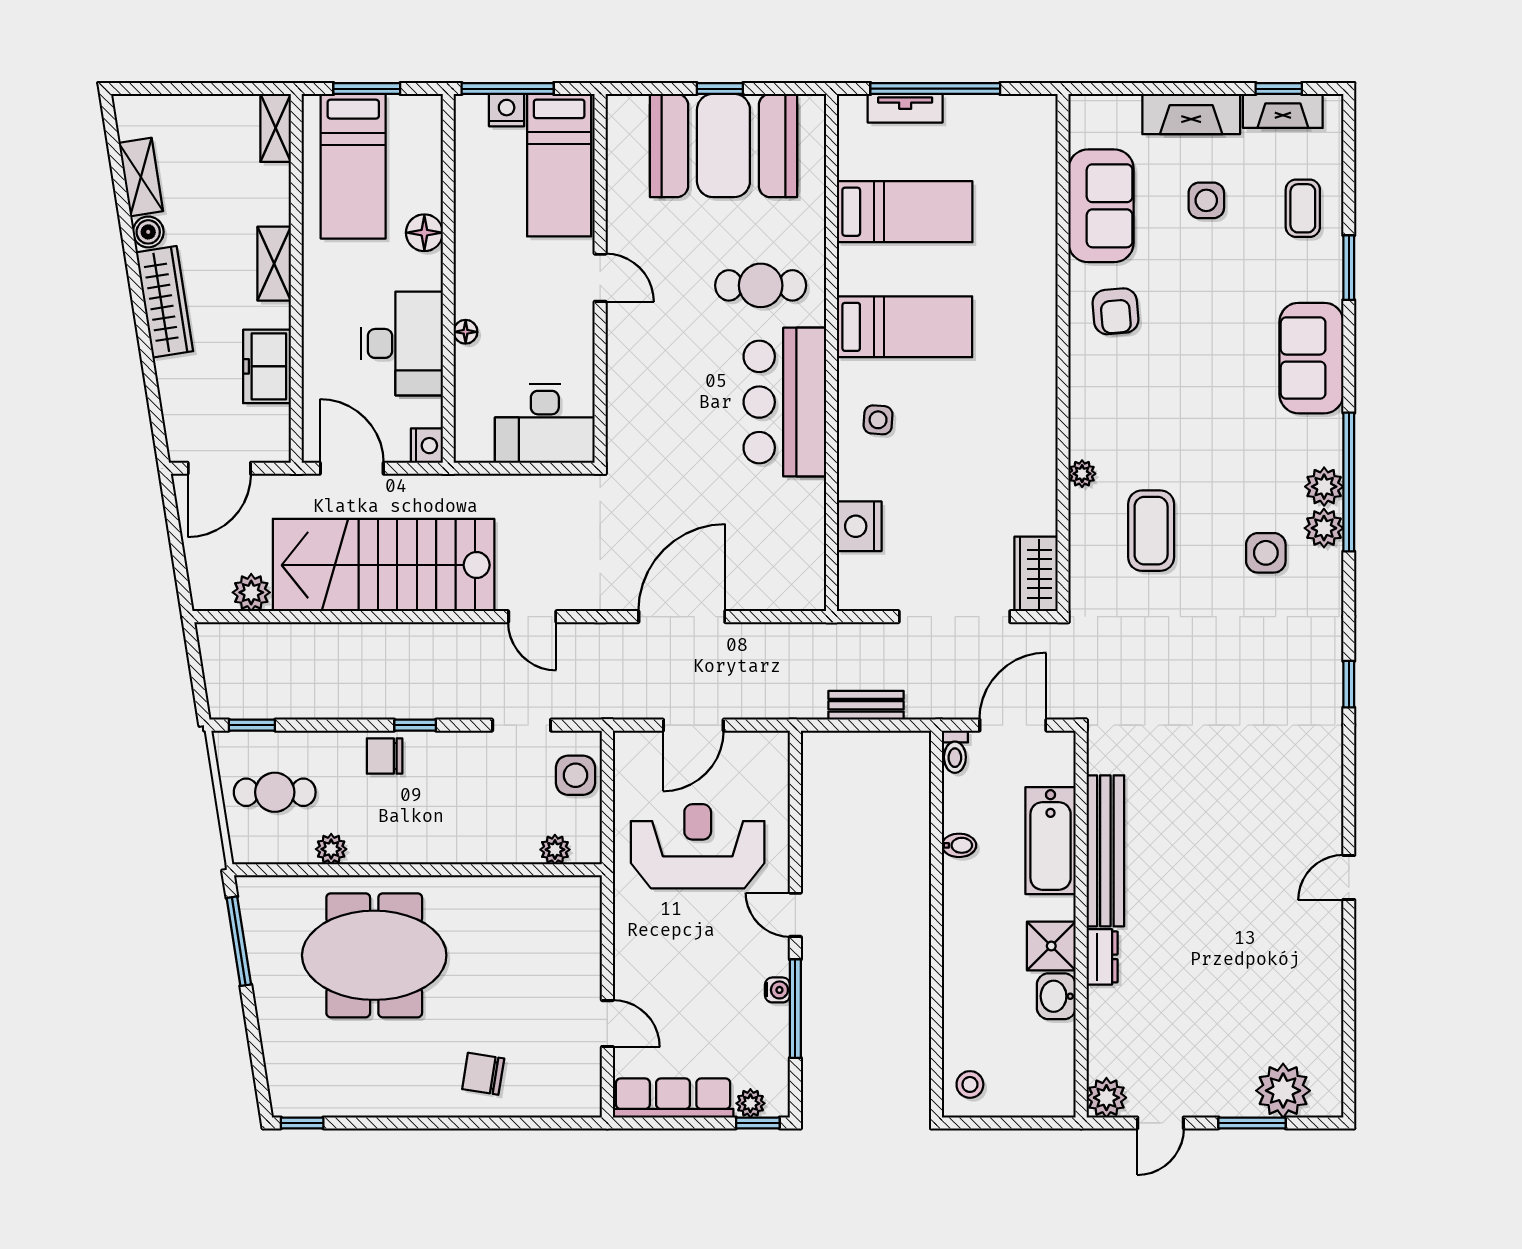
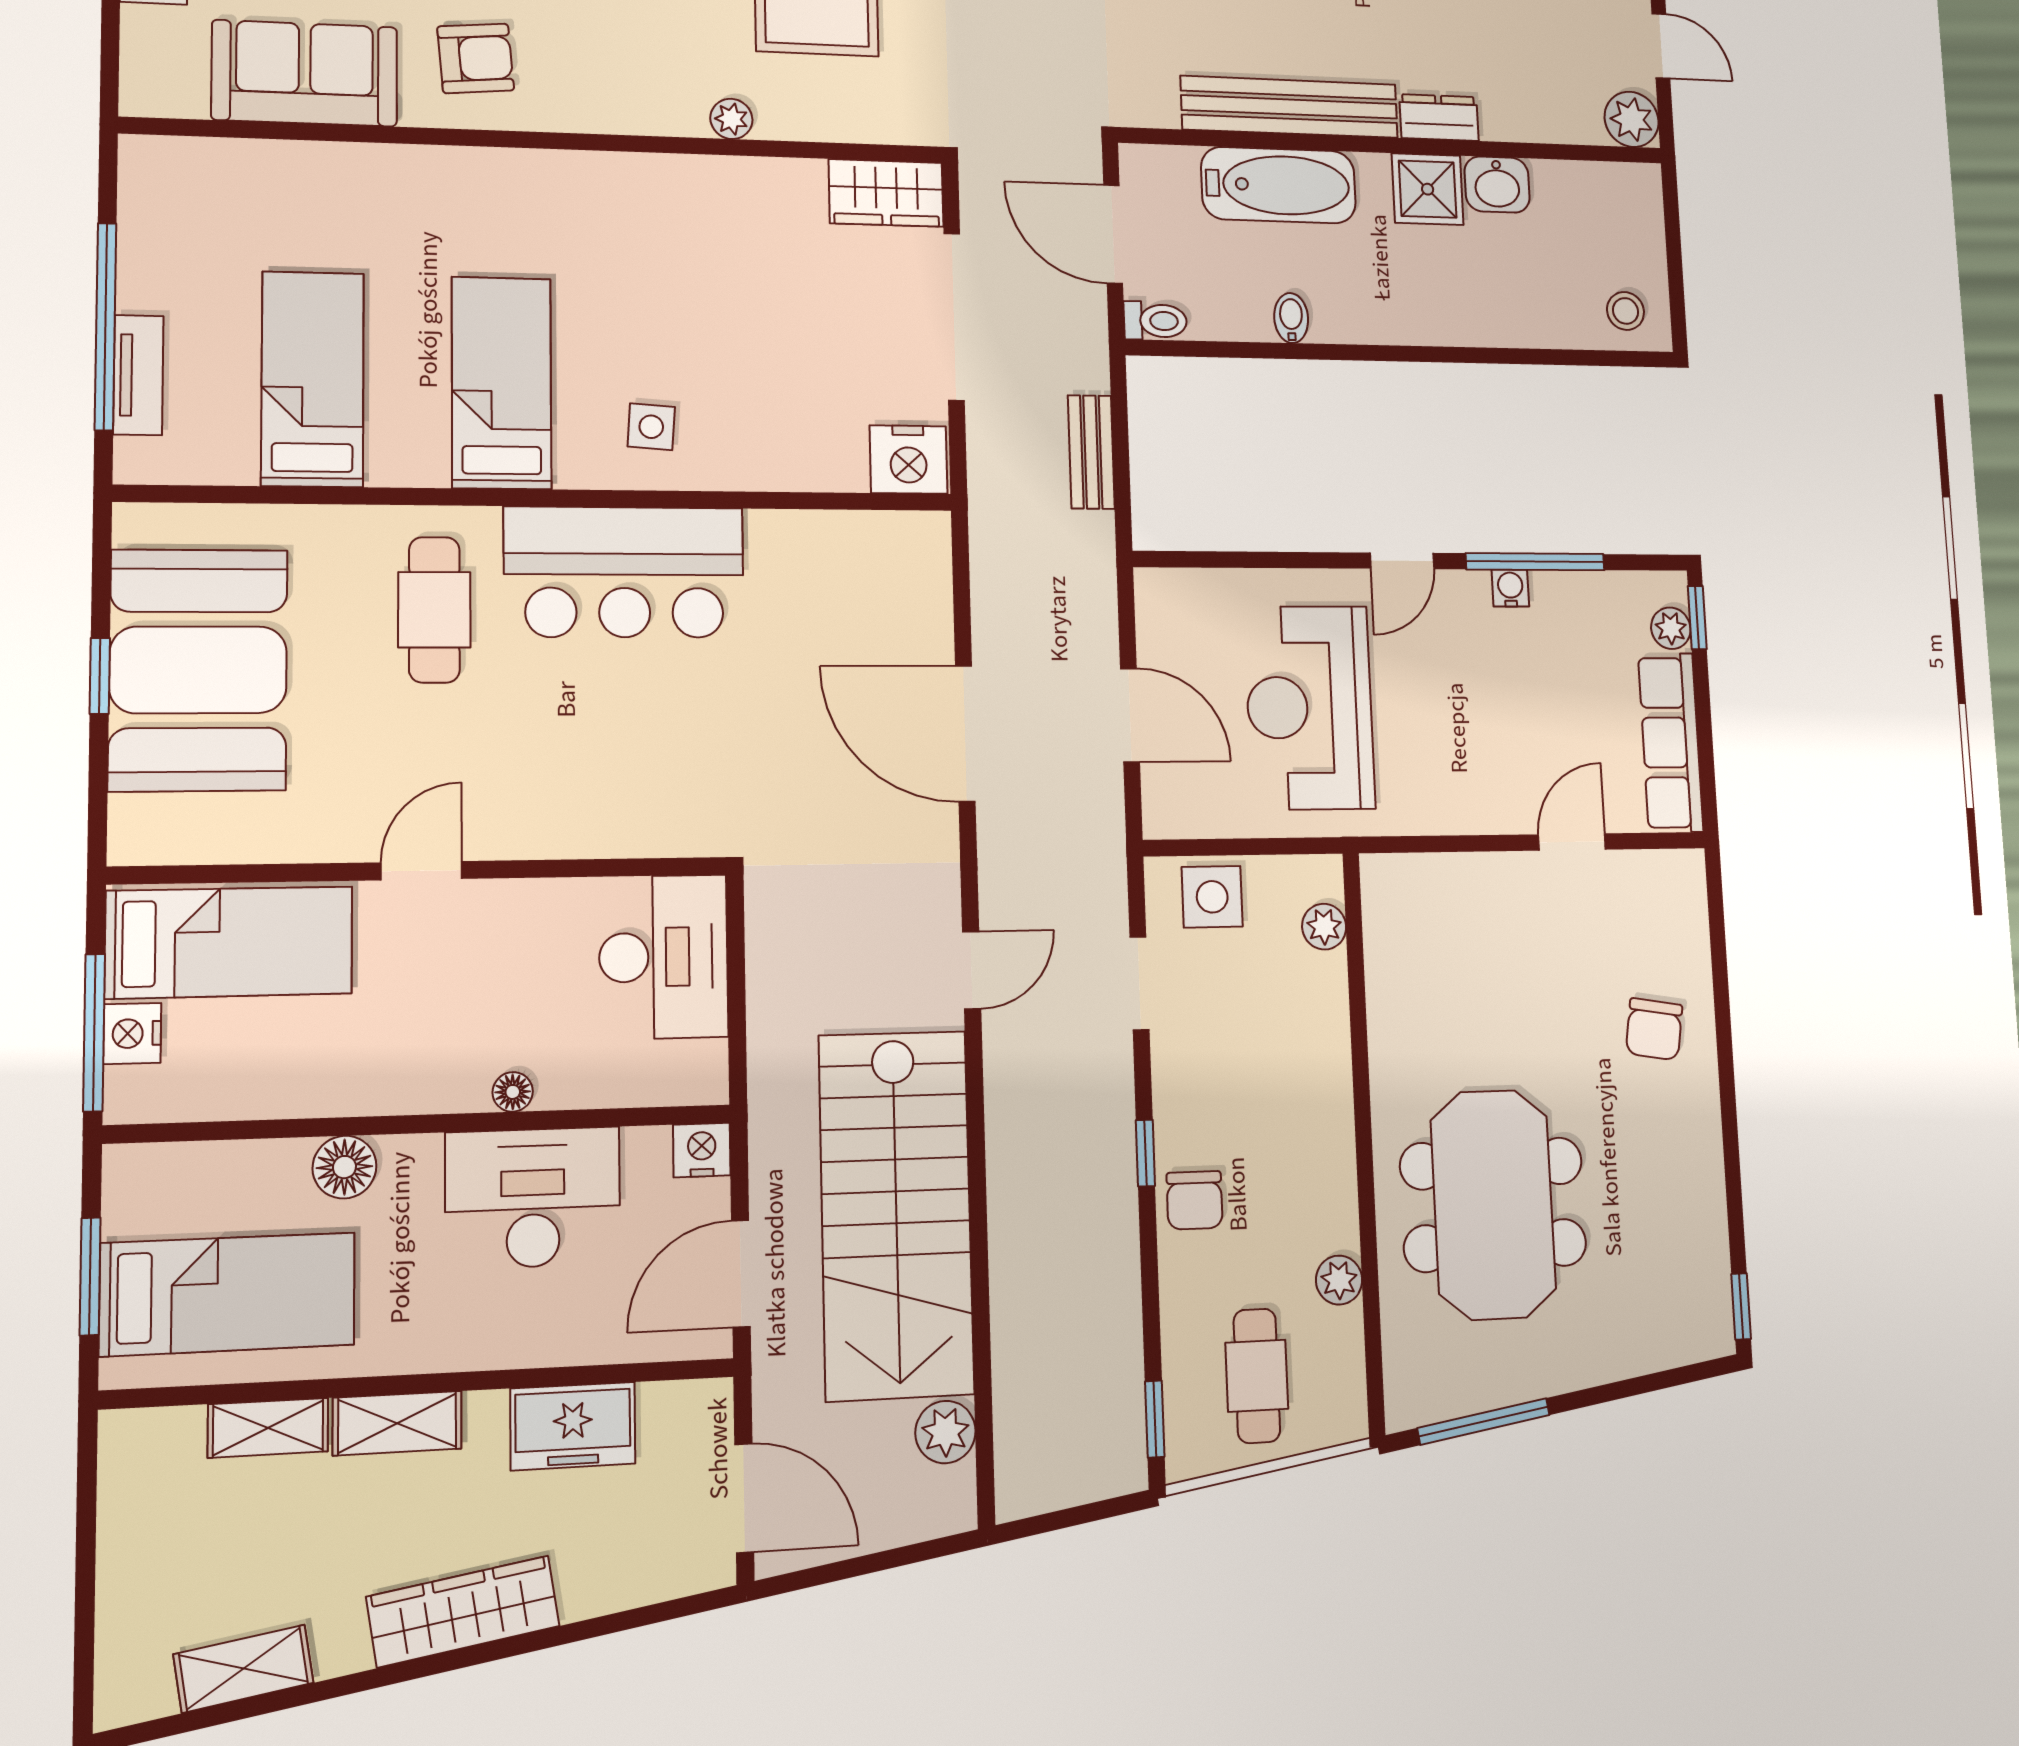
shelving: (276, 128) -> (268, 1428), moved
boiler: (148, 232) -> (341, 1649), removed
nightstand: (859, 526) -> (908, 460), moved

